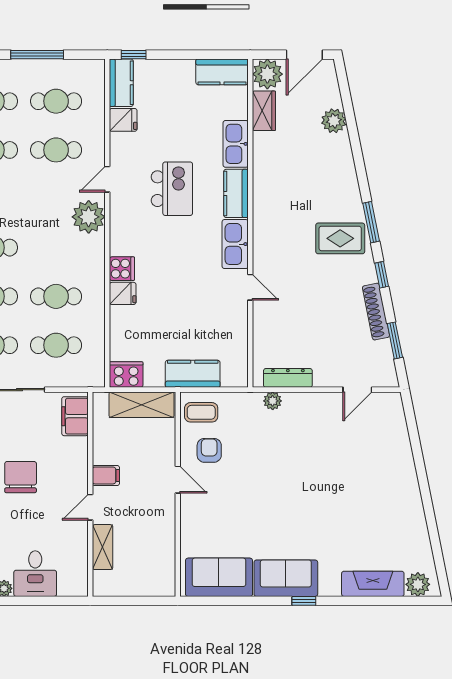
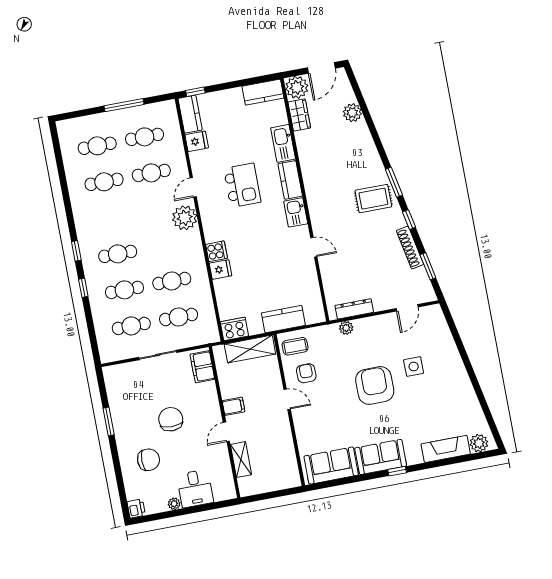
kitchen sink: (235, 244) -> (296, 212), width x0.73
side table: (351, 468) -> (414, 366), added
armchair: (296, 483) -> (375, 385), added

